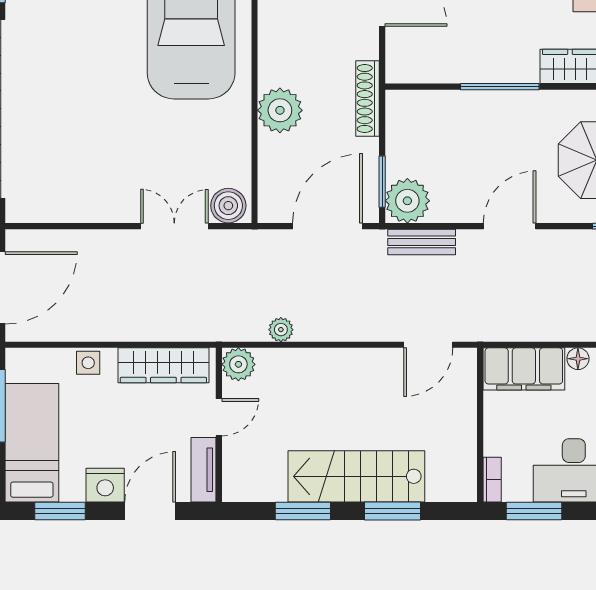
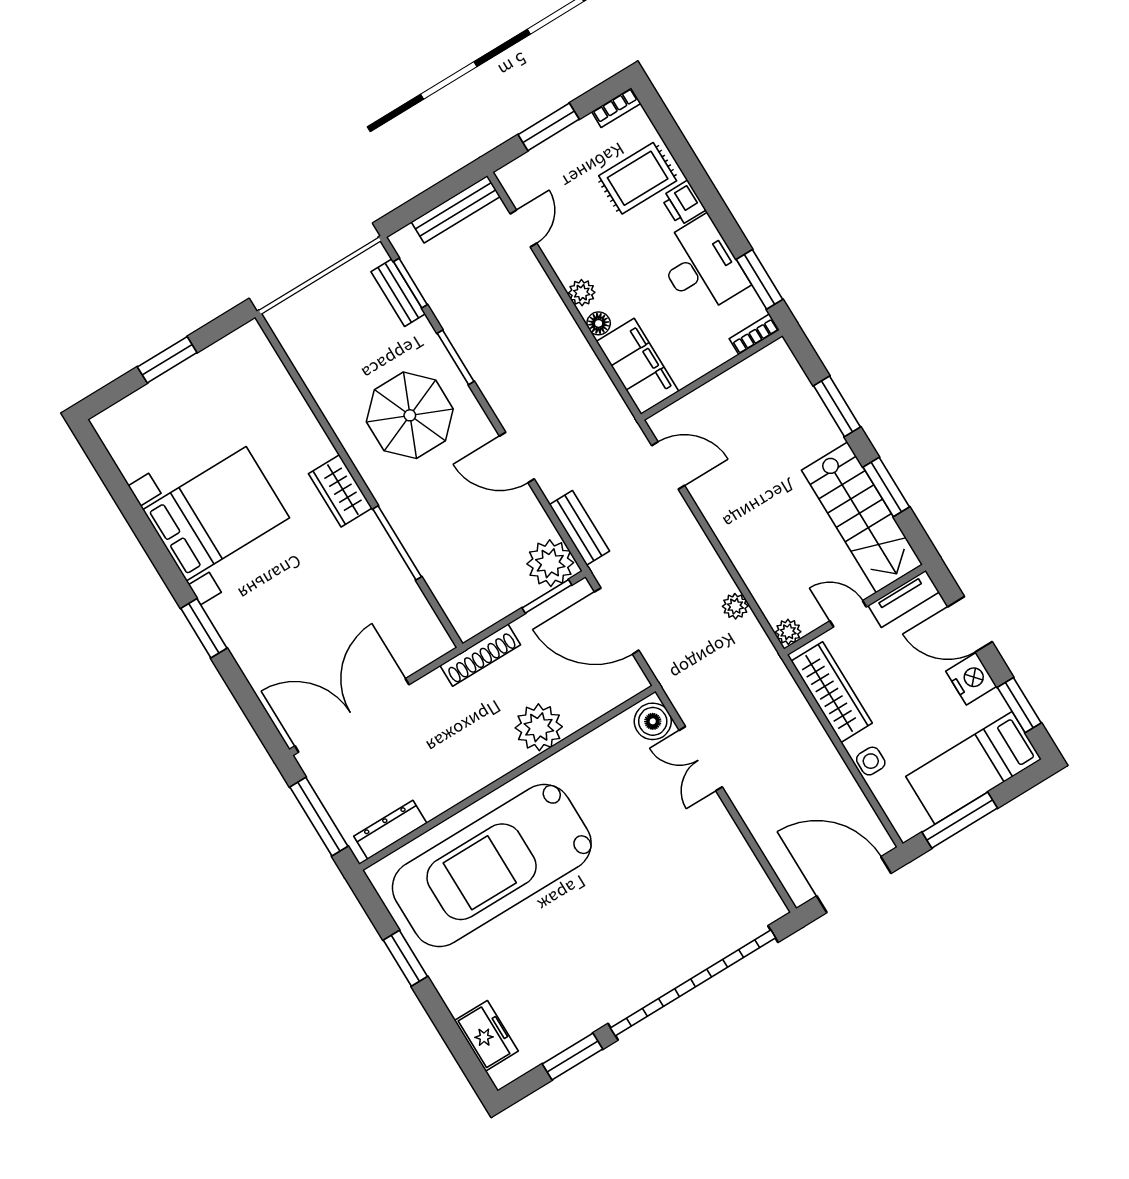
plant: (238, 364) -> (788, 632), width x0.73, depth x0.73
stairs: (356, 476) -> (862, 517), moved

